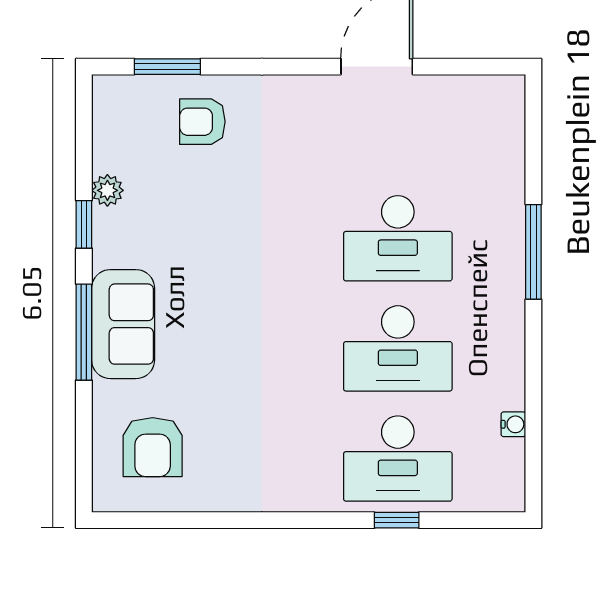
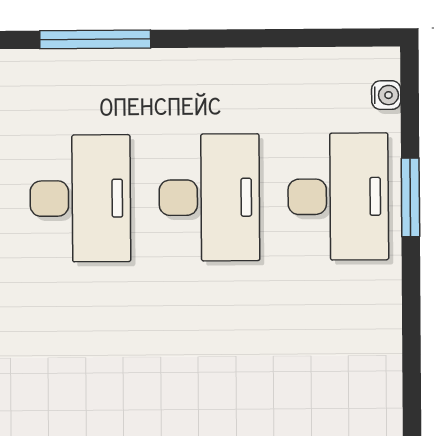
water cooler: (513, 424) -> (386, 95), moved, turned 90
window: (397, 520) -> (410, 197), width x1.50

